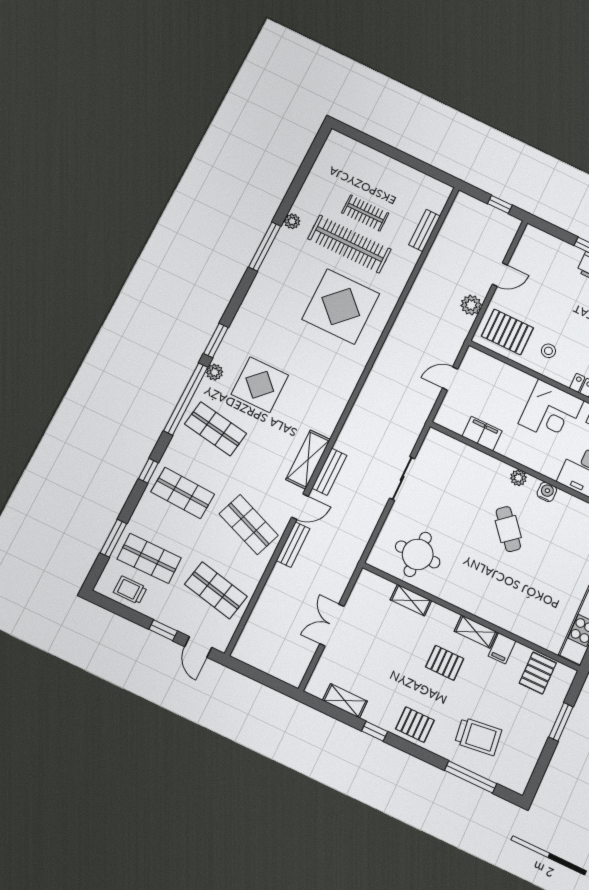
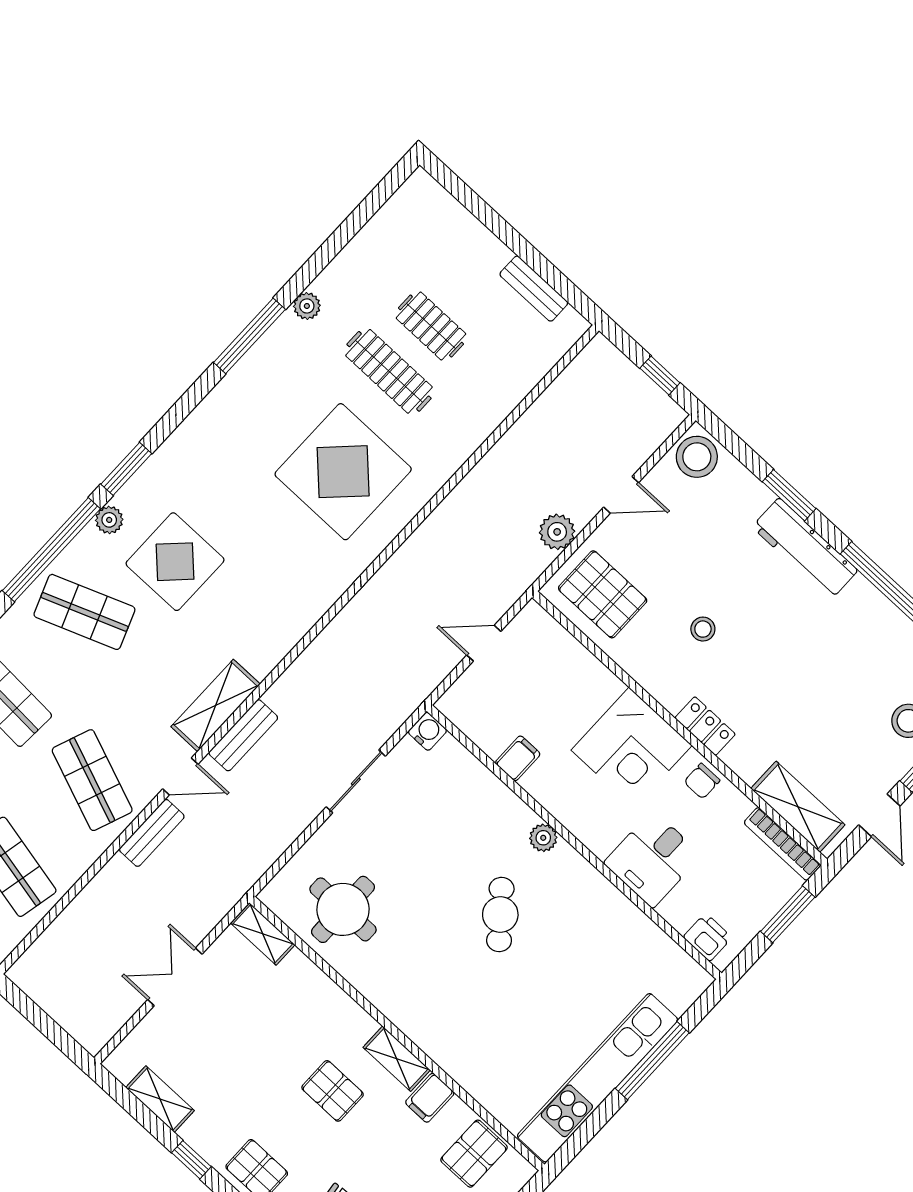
bench: (425, 230) -> (534, 289), moved, turned 90
stool: (534, 242) -> (697, 457), added
clothes rail: (349, 244) -> (389, 371), width x0.73, depth x0.76
stool: (548, 351) -> (703, 629), moved
shop shelf: (216, 429) -> (84, 612), turned -30
filing cabinet: (482, 434) -> (518, 758), width x0.50
water cooler: (547, 492) -> (427, 731), moved
shelving: (411, 600) -> (263, 934), moved

